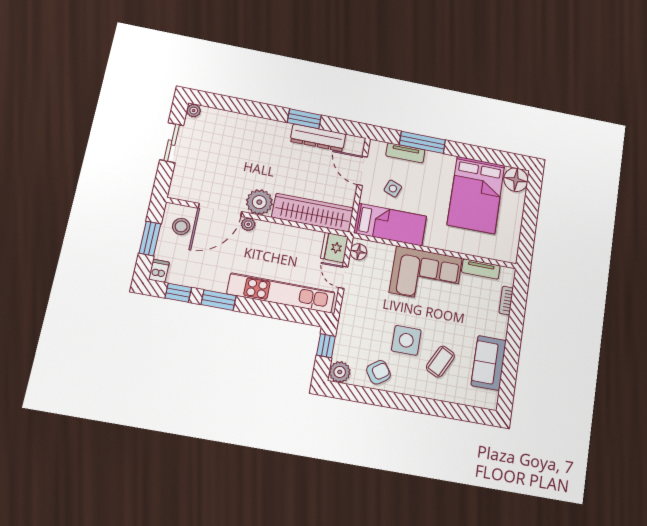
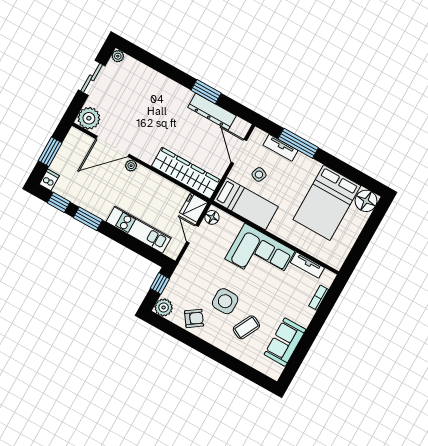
plant: (259, 202) -> (89, 118), moved
stool: (181, 226) -> (78, 150), removed
kitchen unit: (281, 293) -> (139, 230), width x0.73

